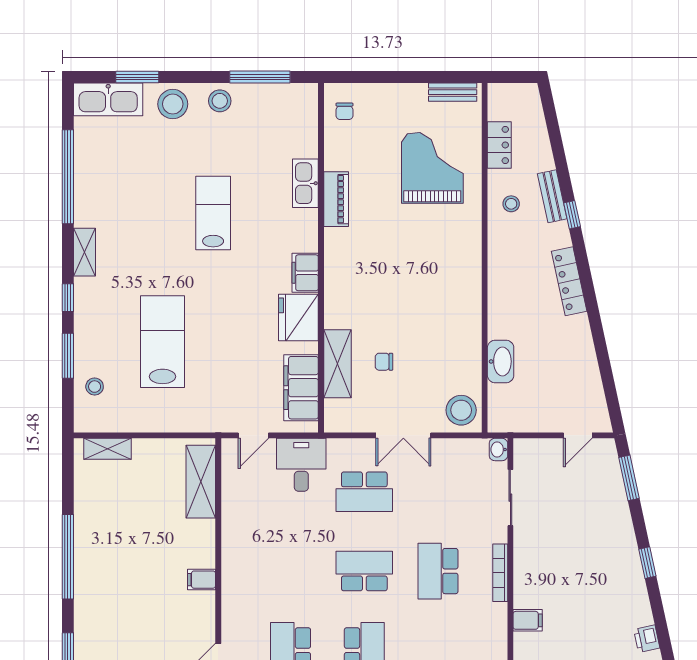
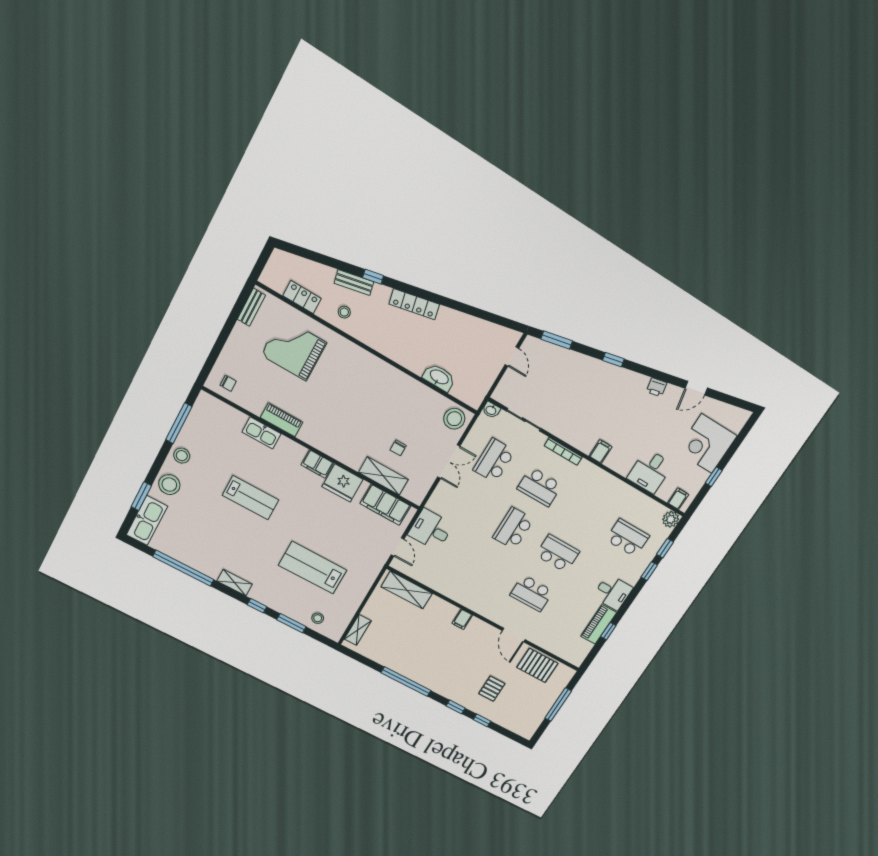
lab bench: (213, 213) -> (251, 498), turned 180
school desk: (364, 492) -> (494, 460), moved, turned 180

